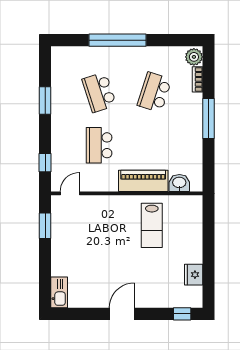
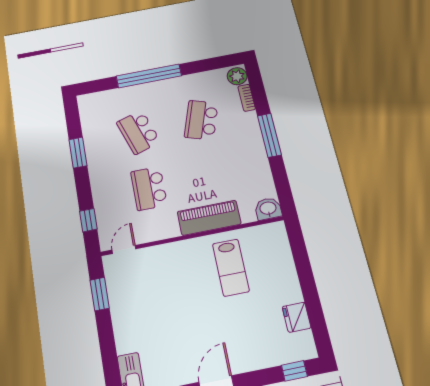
washbasin: (179, 183) -> (268, 209), moved

